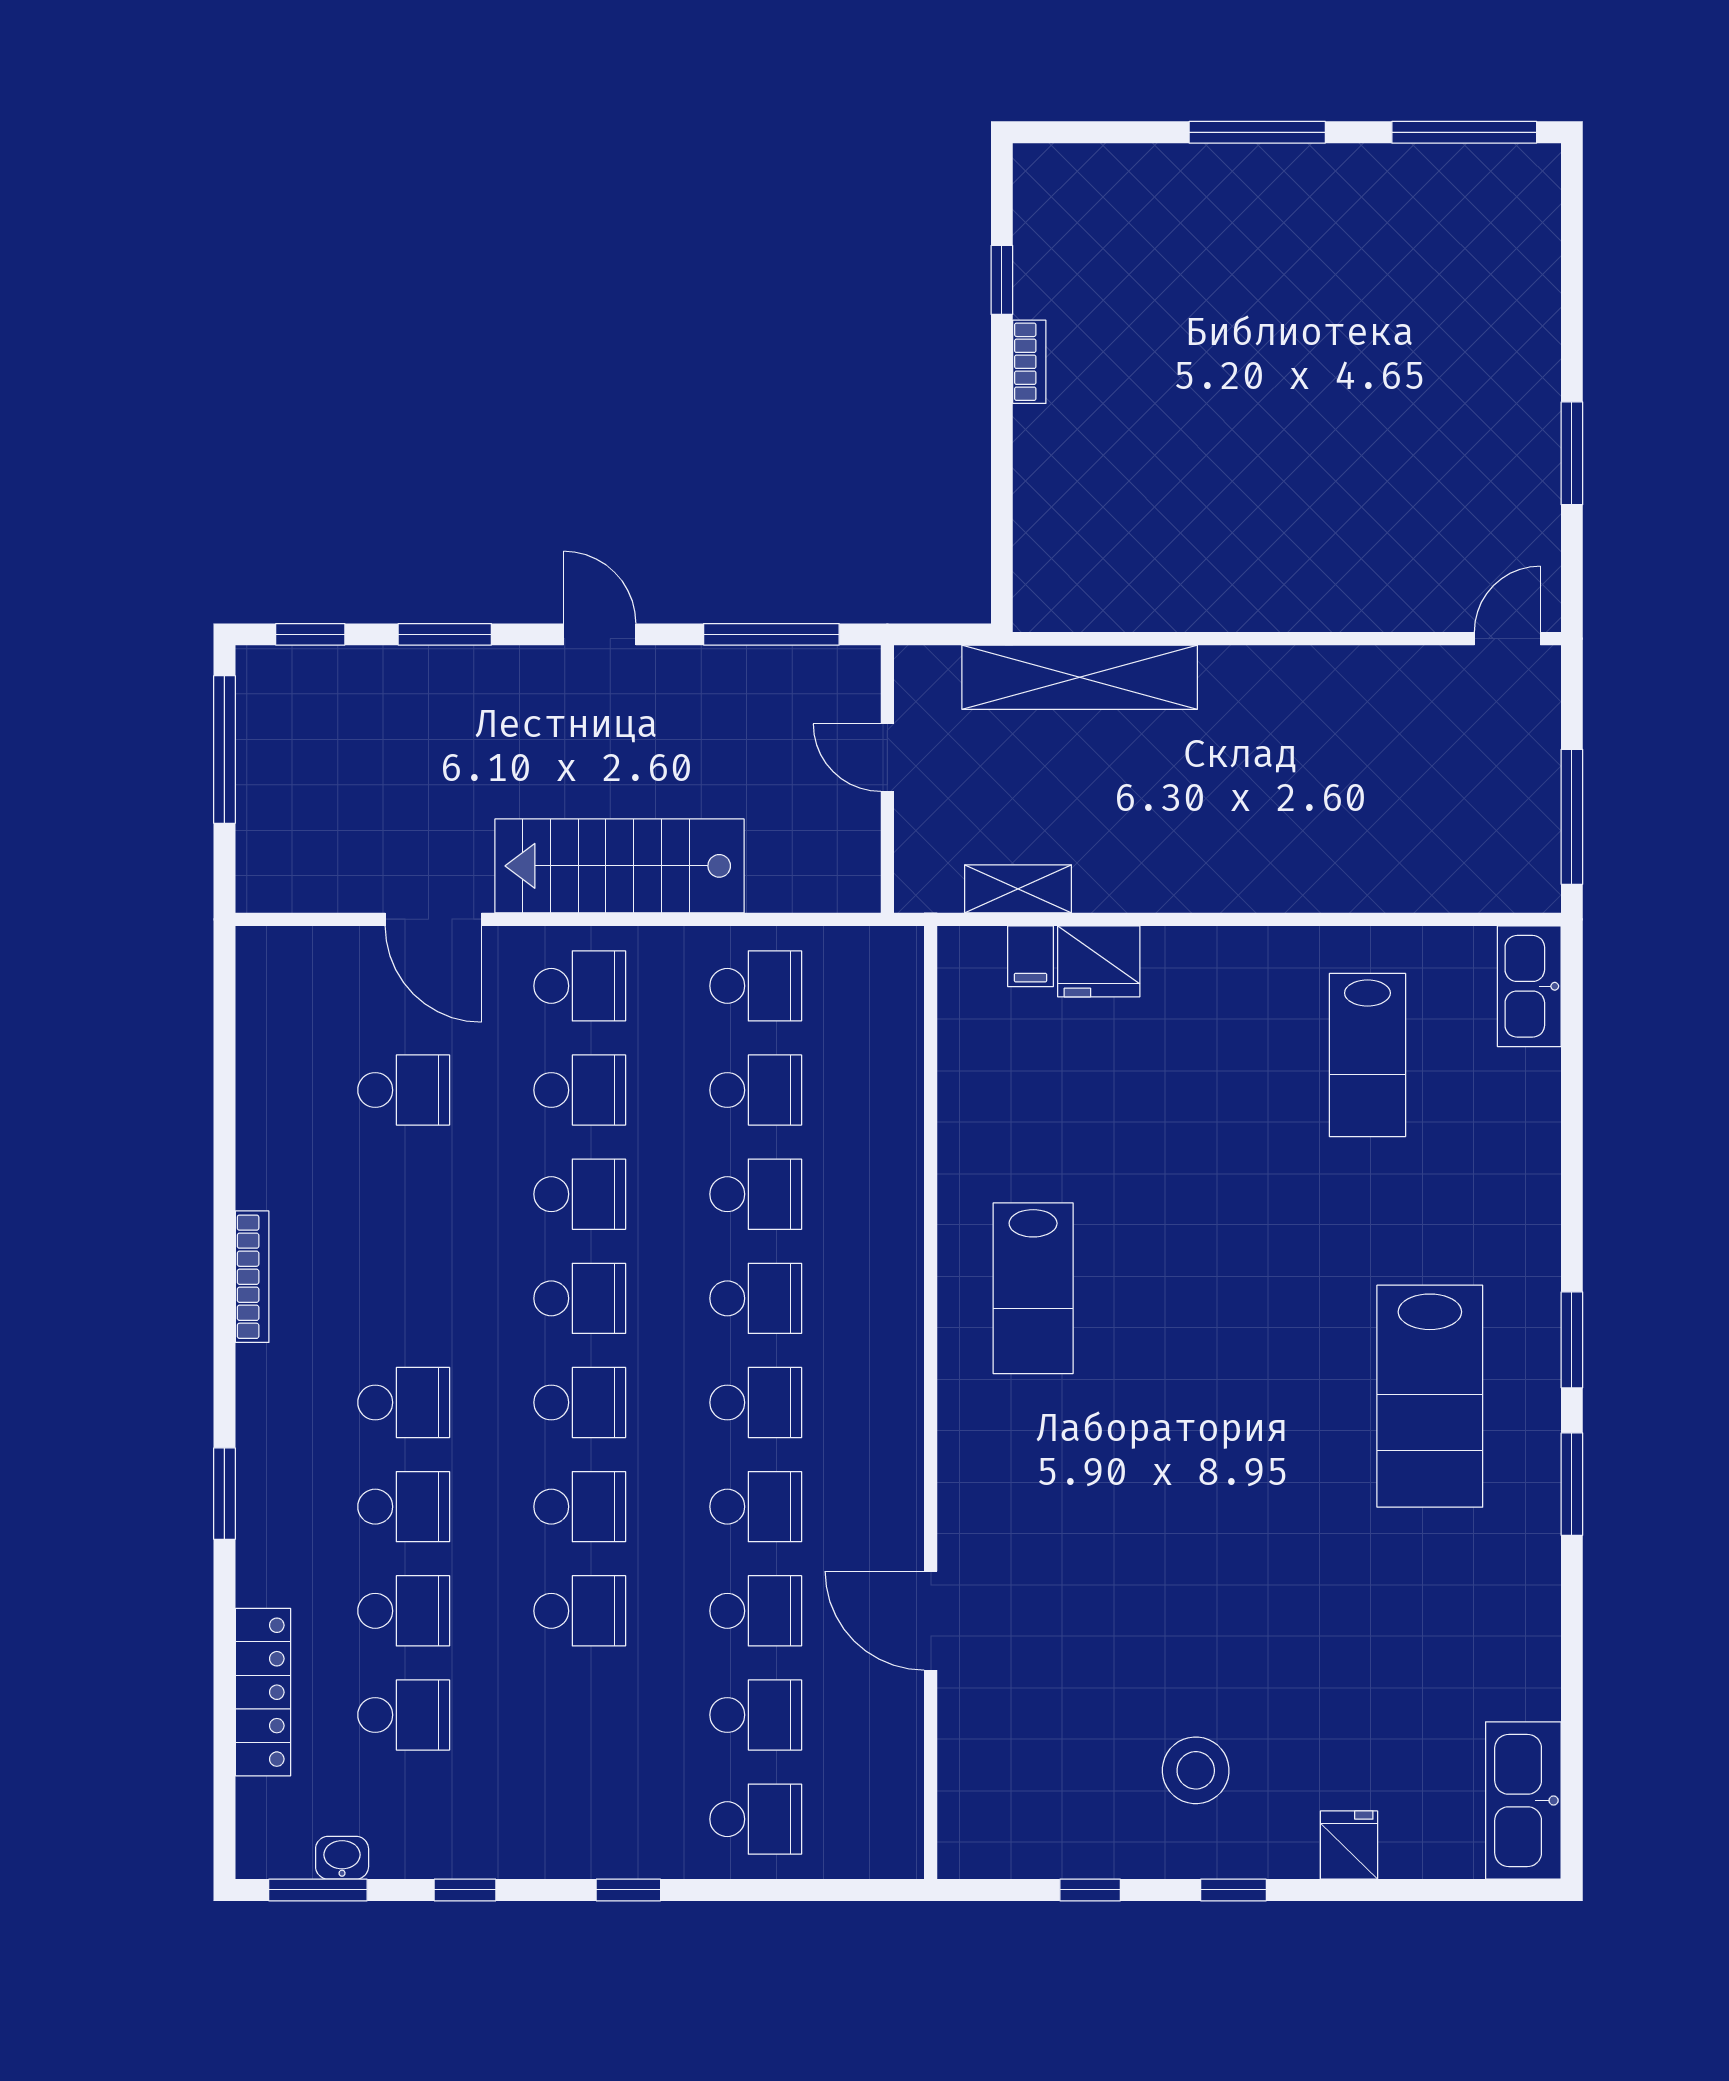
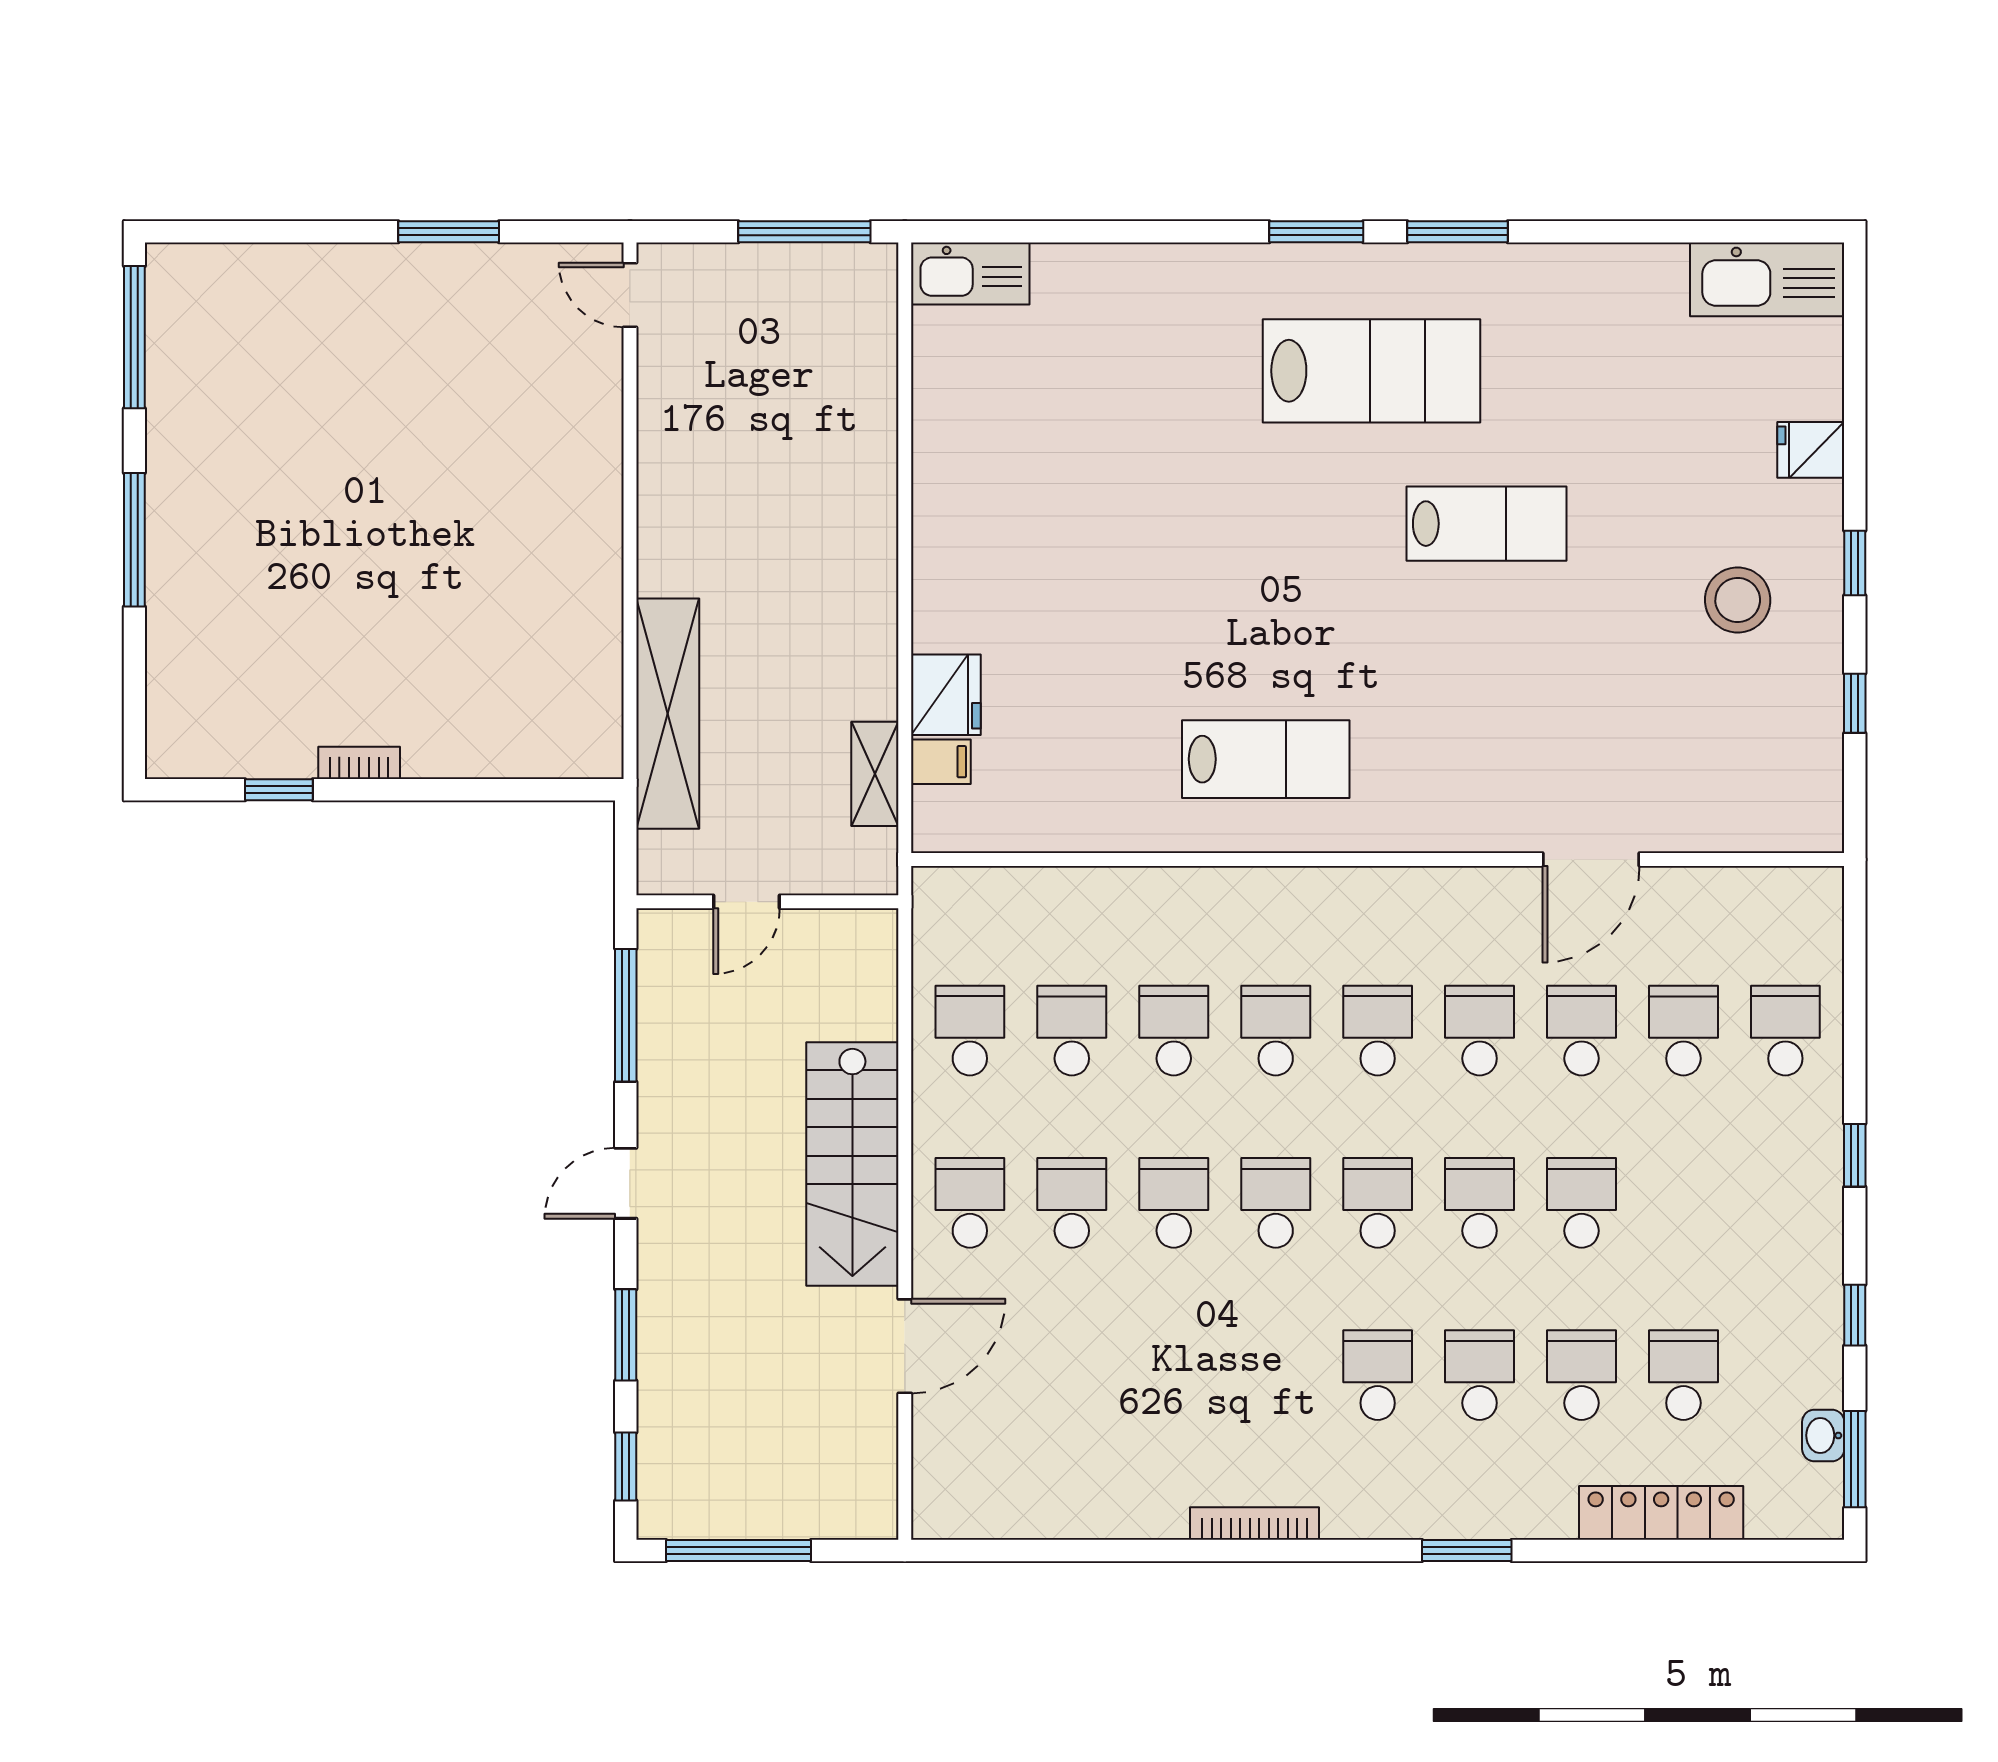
lab bench: (1367, 1055) -> (1487, 524), moved
school desk: (404, 1090) -> (1072, 1375), removed

